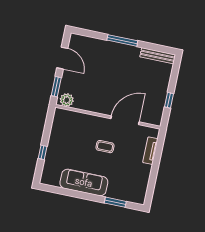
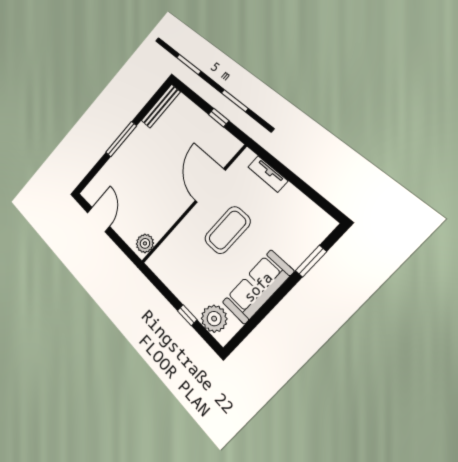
door: (62, 58) -> (99, 220), hinge flipped
window: (56, 87) -> (123, 246), removed
coffee table: (105, 147) -> (227, 230), width x1.86, depth x1.72
plant: (51, 169) -> (214, 319), added

